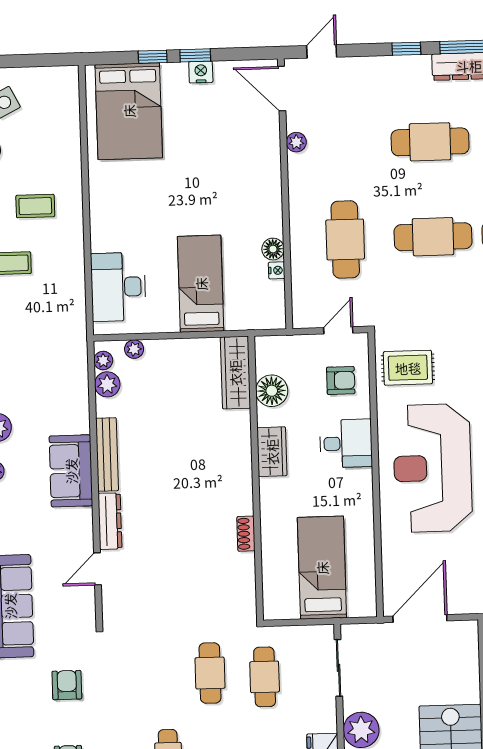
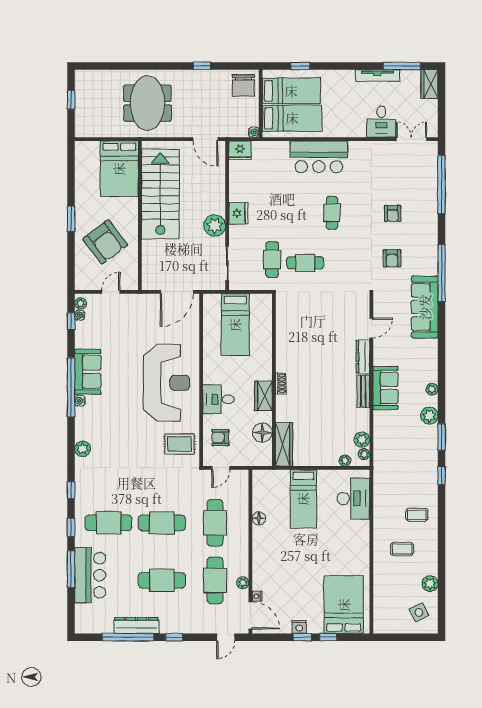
cafe table: (342, 145) -> (215, 580), added
nightstand: (277, 270) -> (257, 596), moved
bench: (107, 454) -> (363, 391), width x0.73
shoe rack: (246, 534) -> (281, 383), moved
cafe table: (210, 673) -> (305, 263), turned 90

